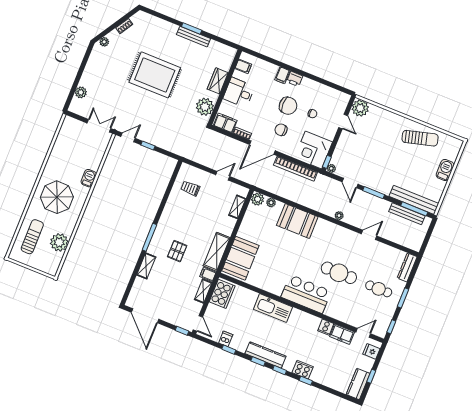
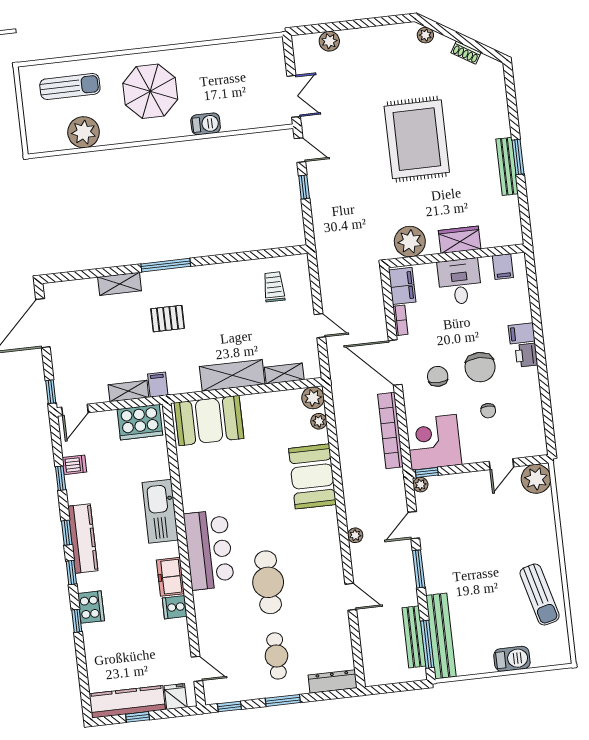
shelving: (217, 252) -> (232, 375), moved
freezer: (342, 334) -> (170, 577), moved
kitchen counter: (358, 384) -> (127, 702), width x1.50

